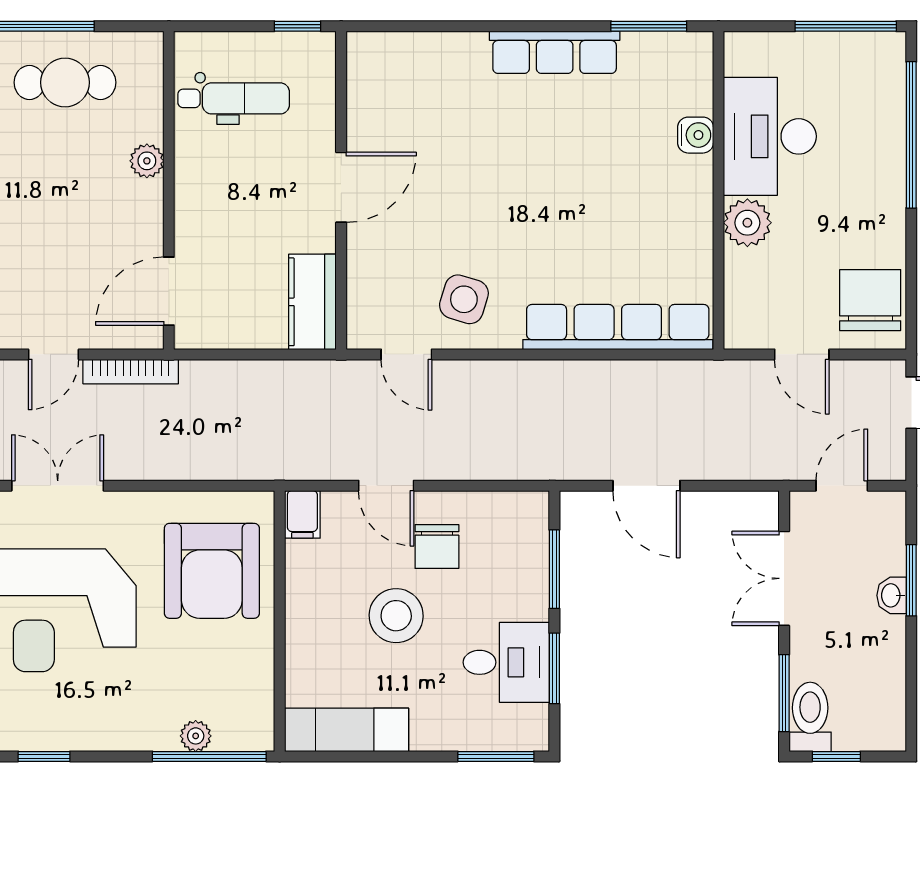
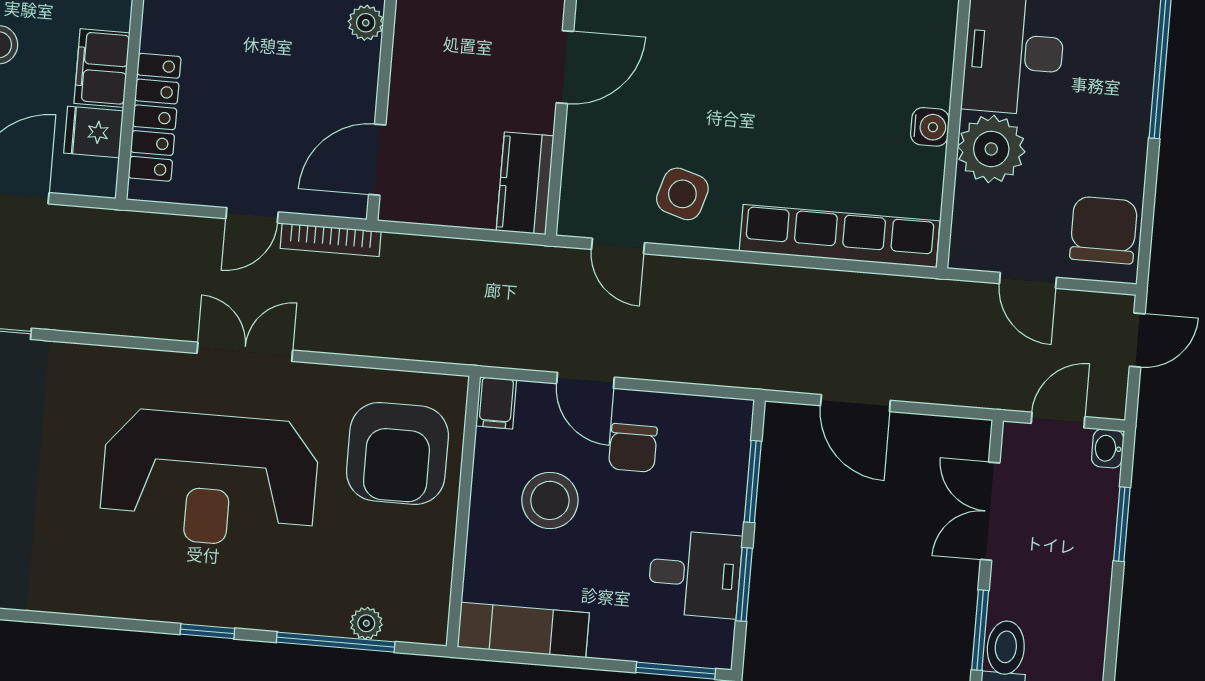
water cooler: (696, 135) -> (930, 127), moved
plant: (747, 223) -> (991, 149), width x1.36, depth x1.36
washbasin: (892, 595) -> (1108, 448), moved
stool: (396, 616) -> (550, 500), moved
window: (209, 756) -> (336, 642), moved

